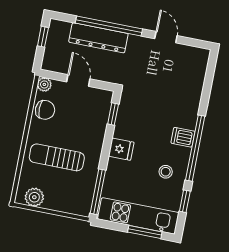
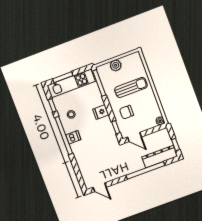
door: (166, 37) -> (100, 187), moved
dresser: (98, 38) -> (160, 157), moved
door: (78, 80) -> (134, 137), moved
chair: (45, 110) -> (127, 112), moved
plant: (34, 197) -> (116, 65), moved

